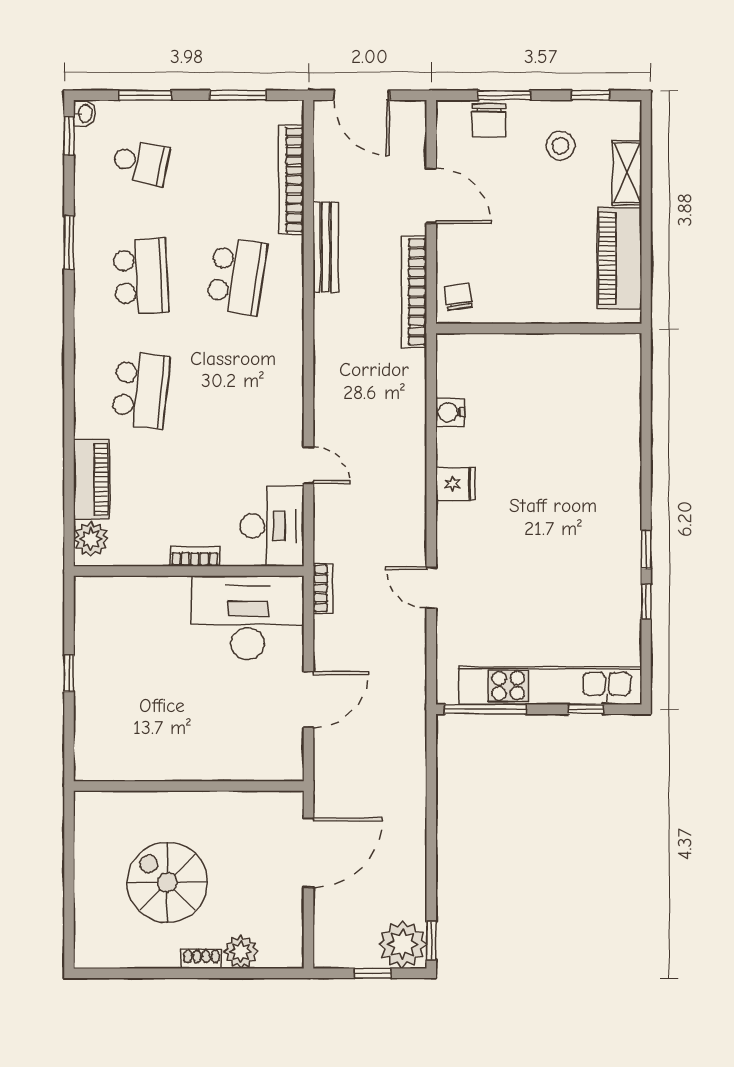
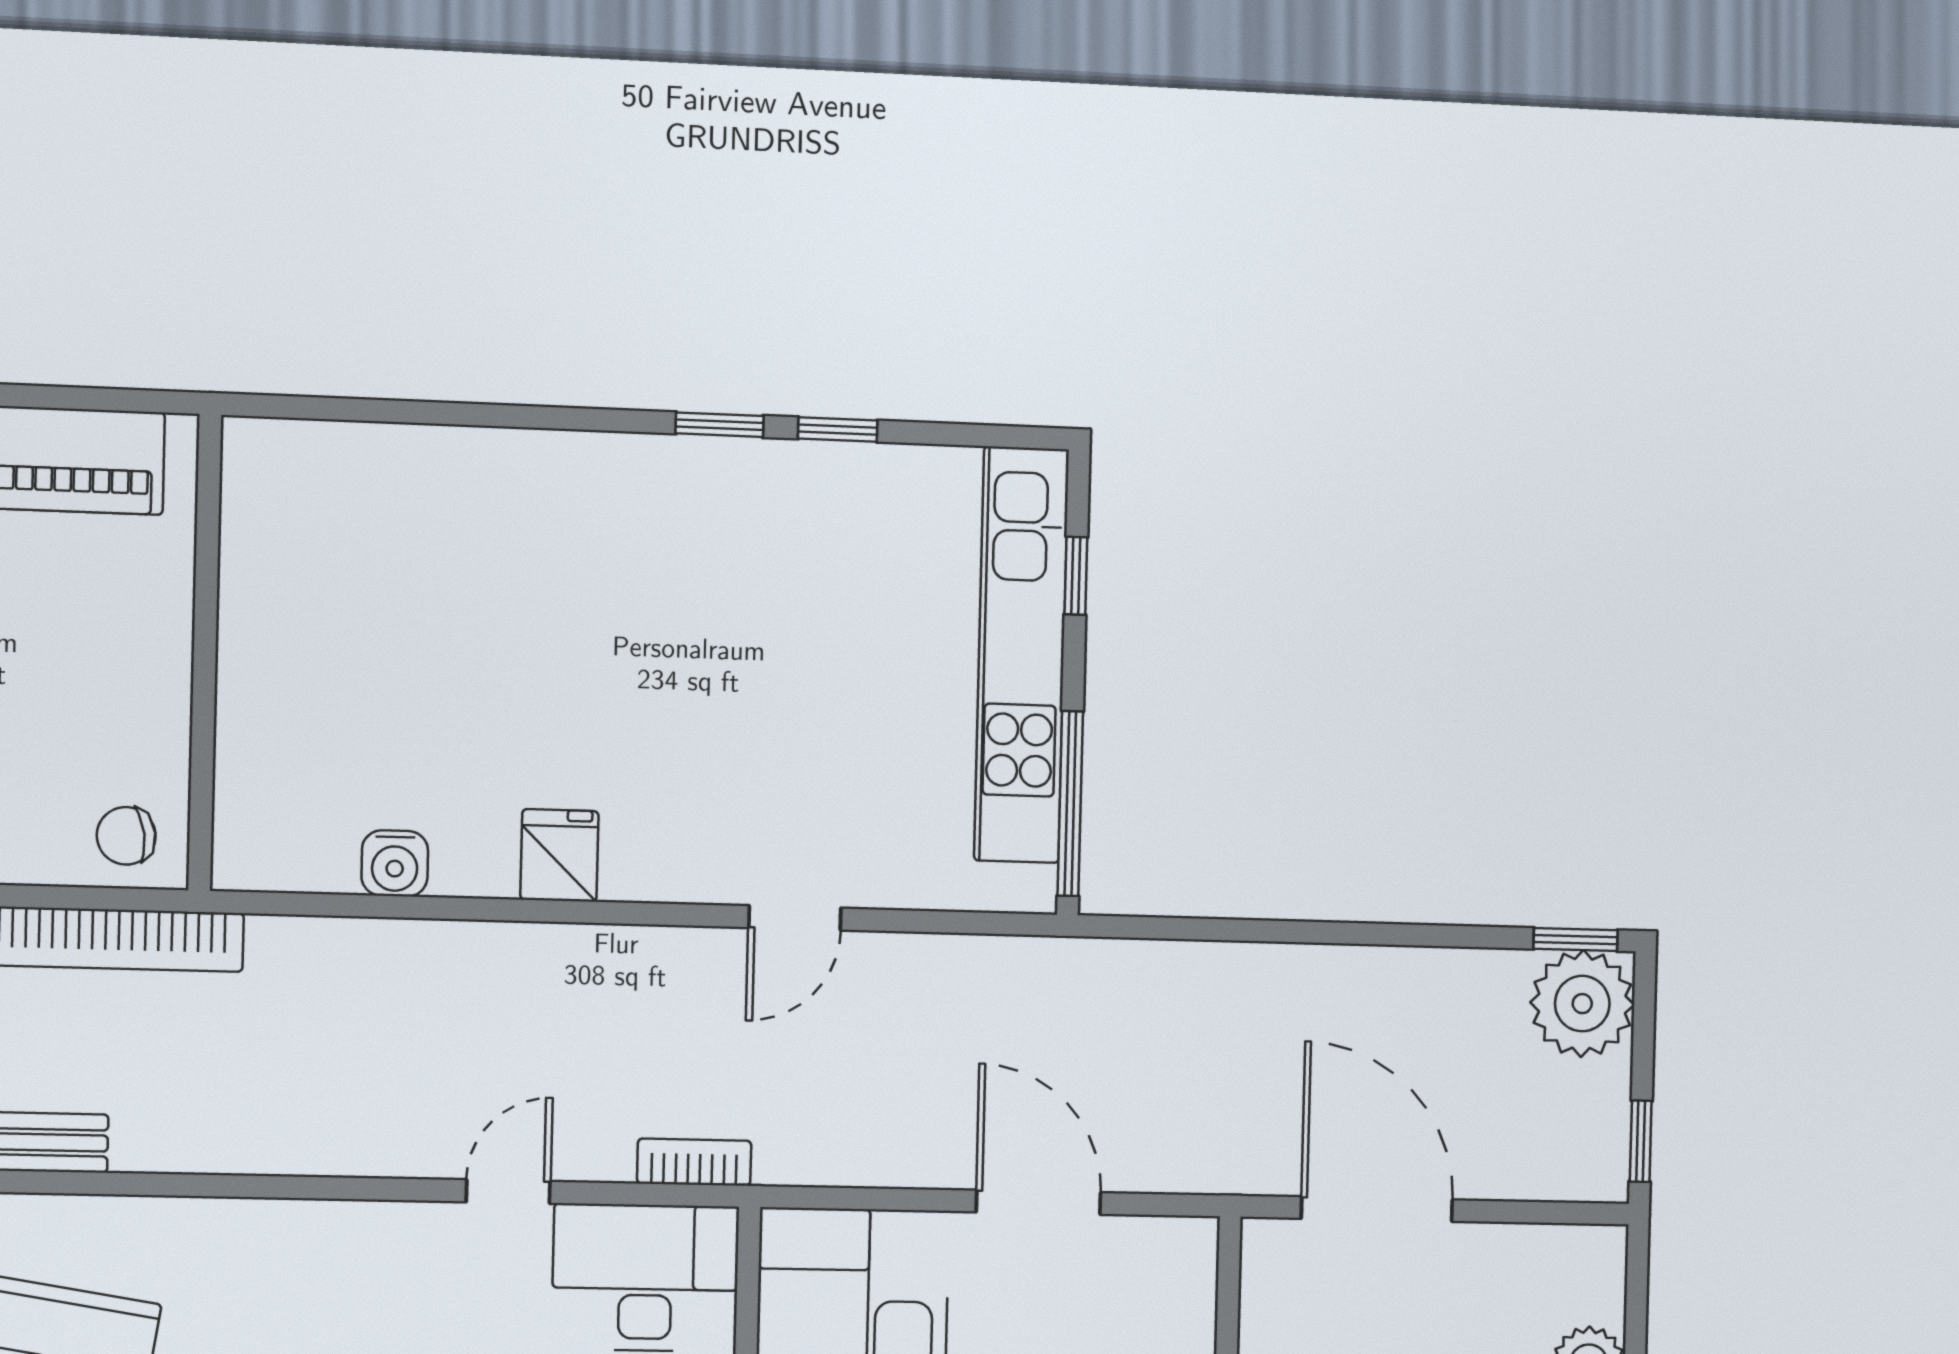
bookcase: (323, 588) -> (694, 1162), moved
window: (373, 973) -> (1641, 1141), moved

